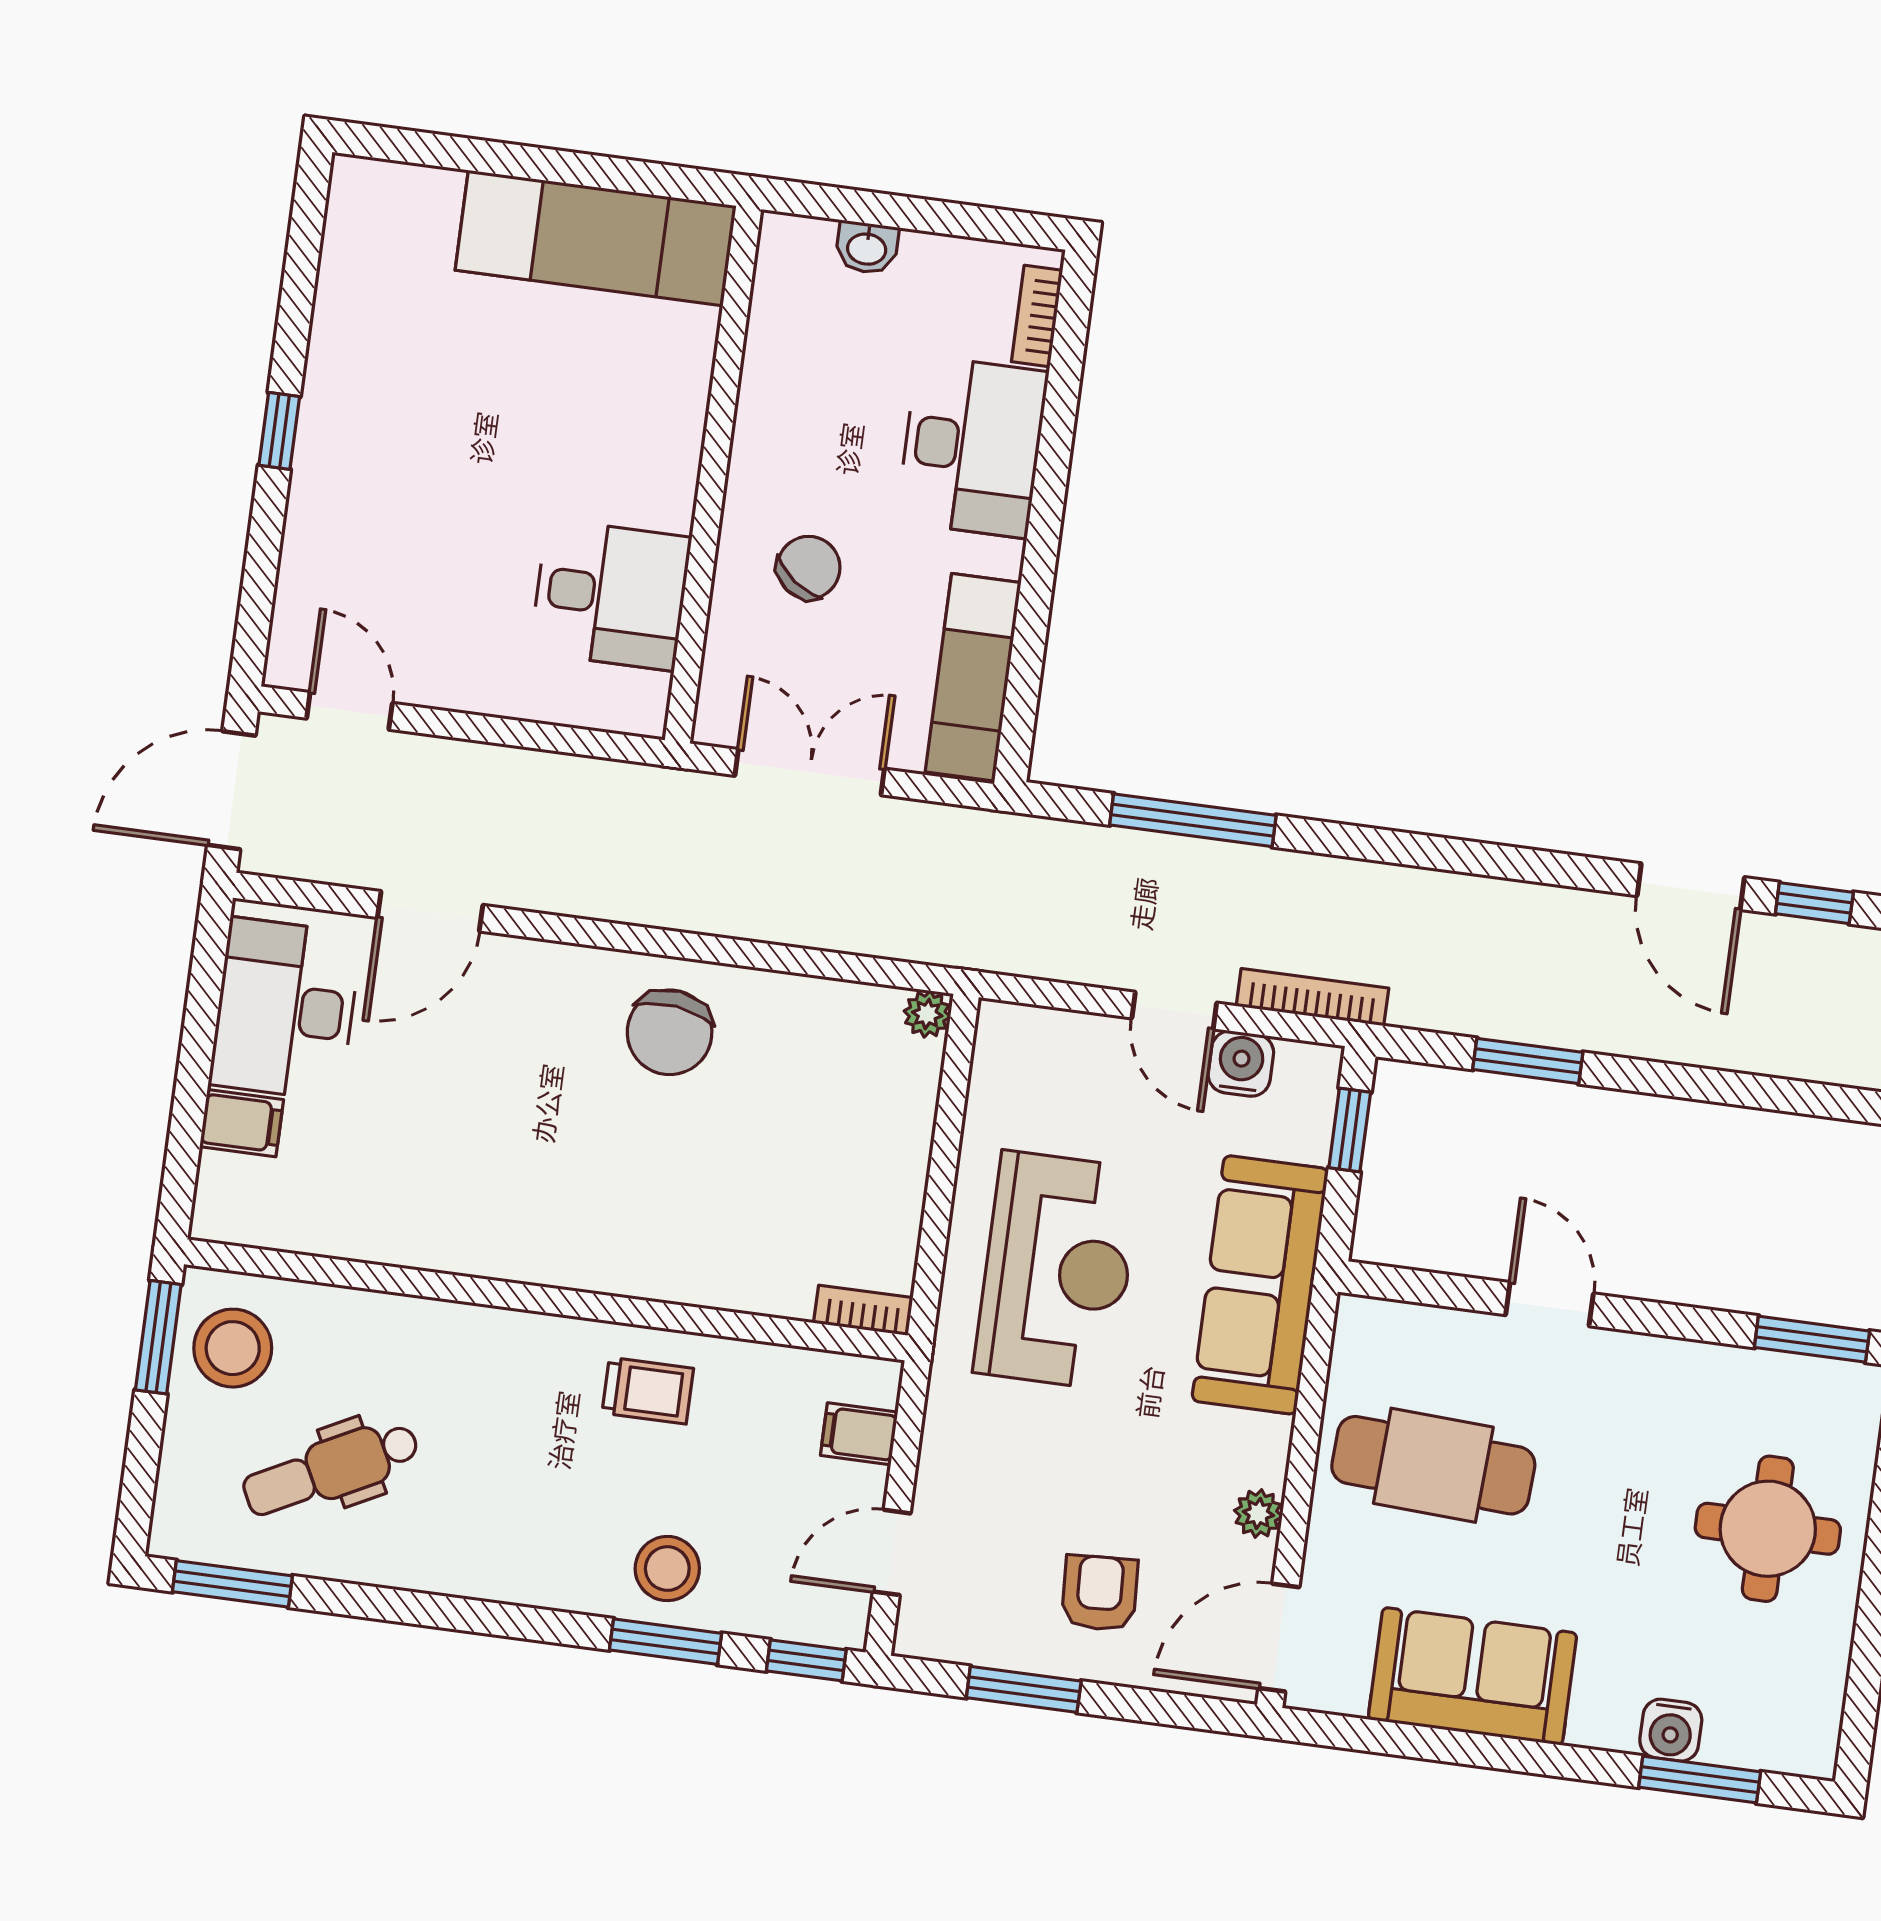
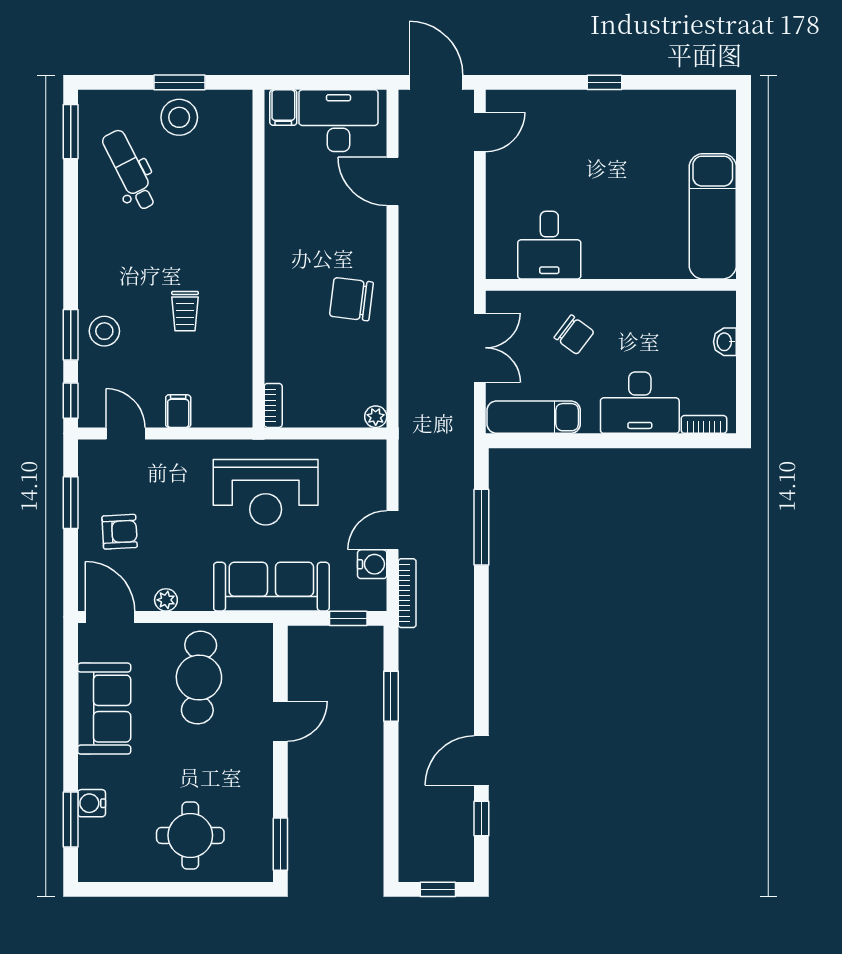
wall: (546, 1300) -> (258, 259), moved
bookcase: (863, 1310) -> (273, 405), moved

